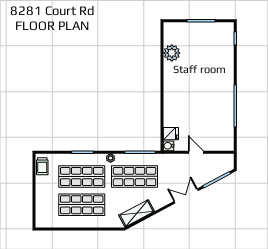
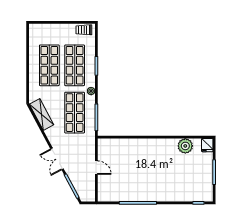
fridge: (171, 134) -> (207, 145), moved
water cooler: (168, 146) -> (102, 143), removed
door: (196, 152) -> (96, 168), hinge flipped
double door: (186, 196) -> (57, 159), swing flipped

